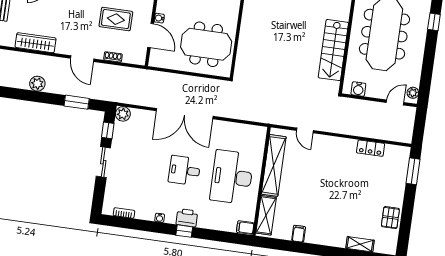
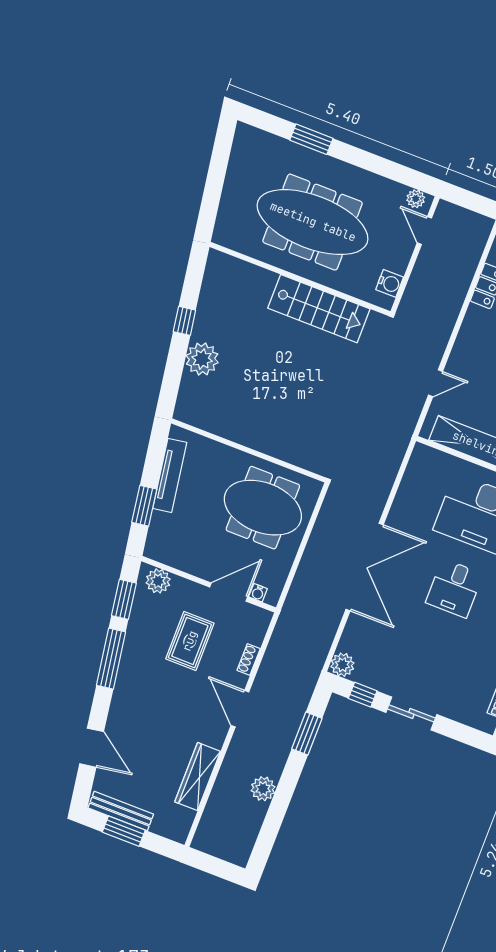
water cooler: (159, 18) -> (258, 593), moved
window: (434, 22) -> (311, 139), width x1.50
meeting table: (206, 44) -> (263, 508), turned 90
door: (82, 59) -> (240, 709), swing flipped

